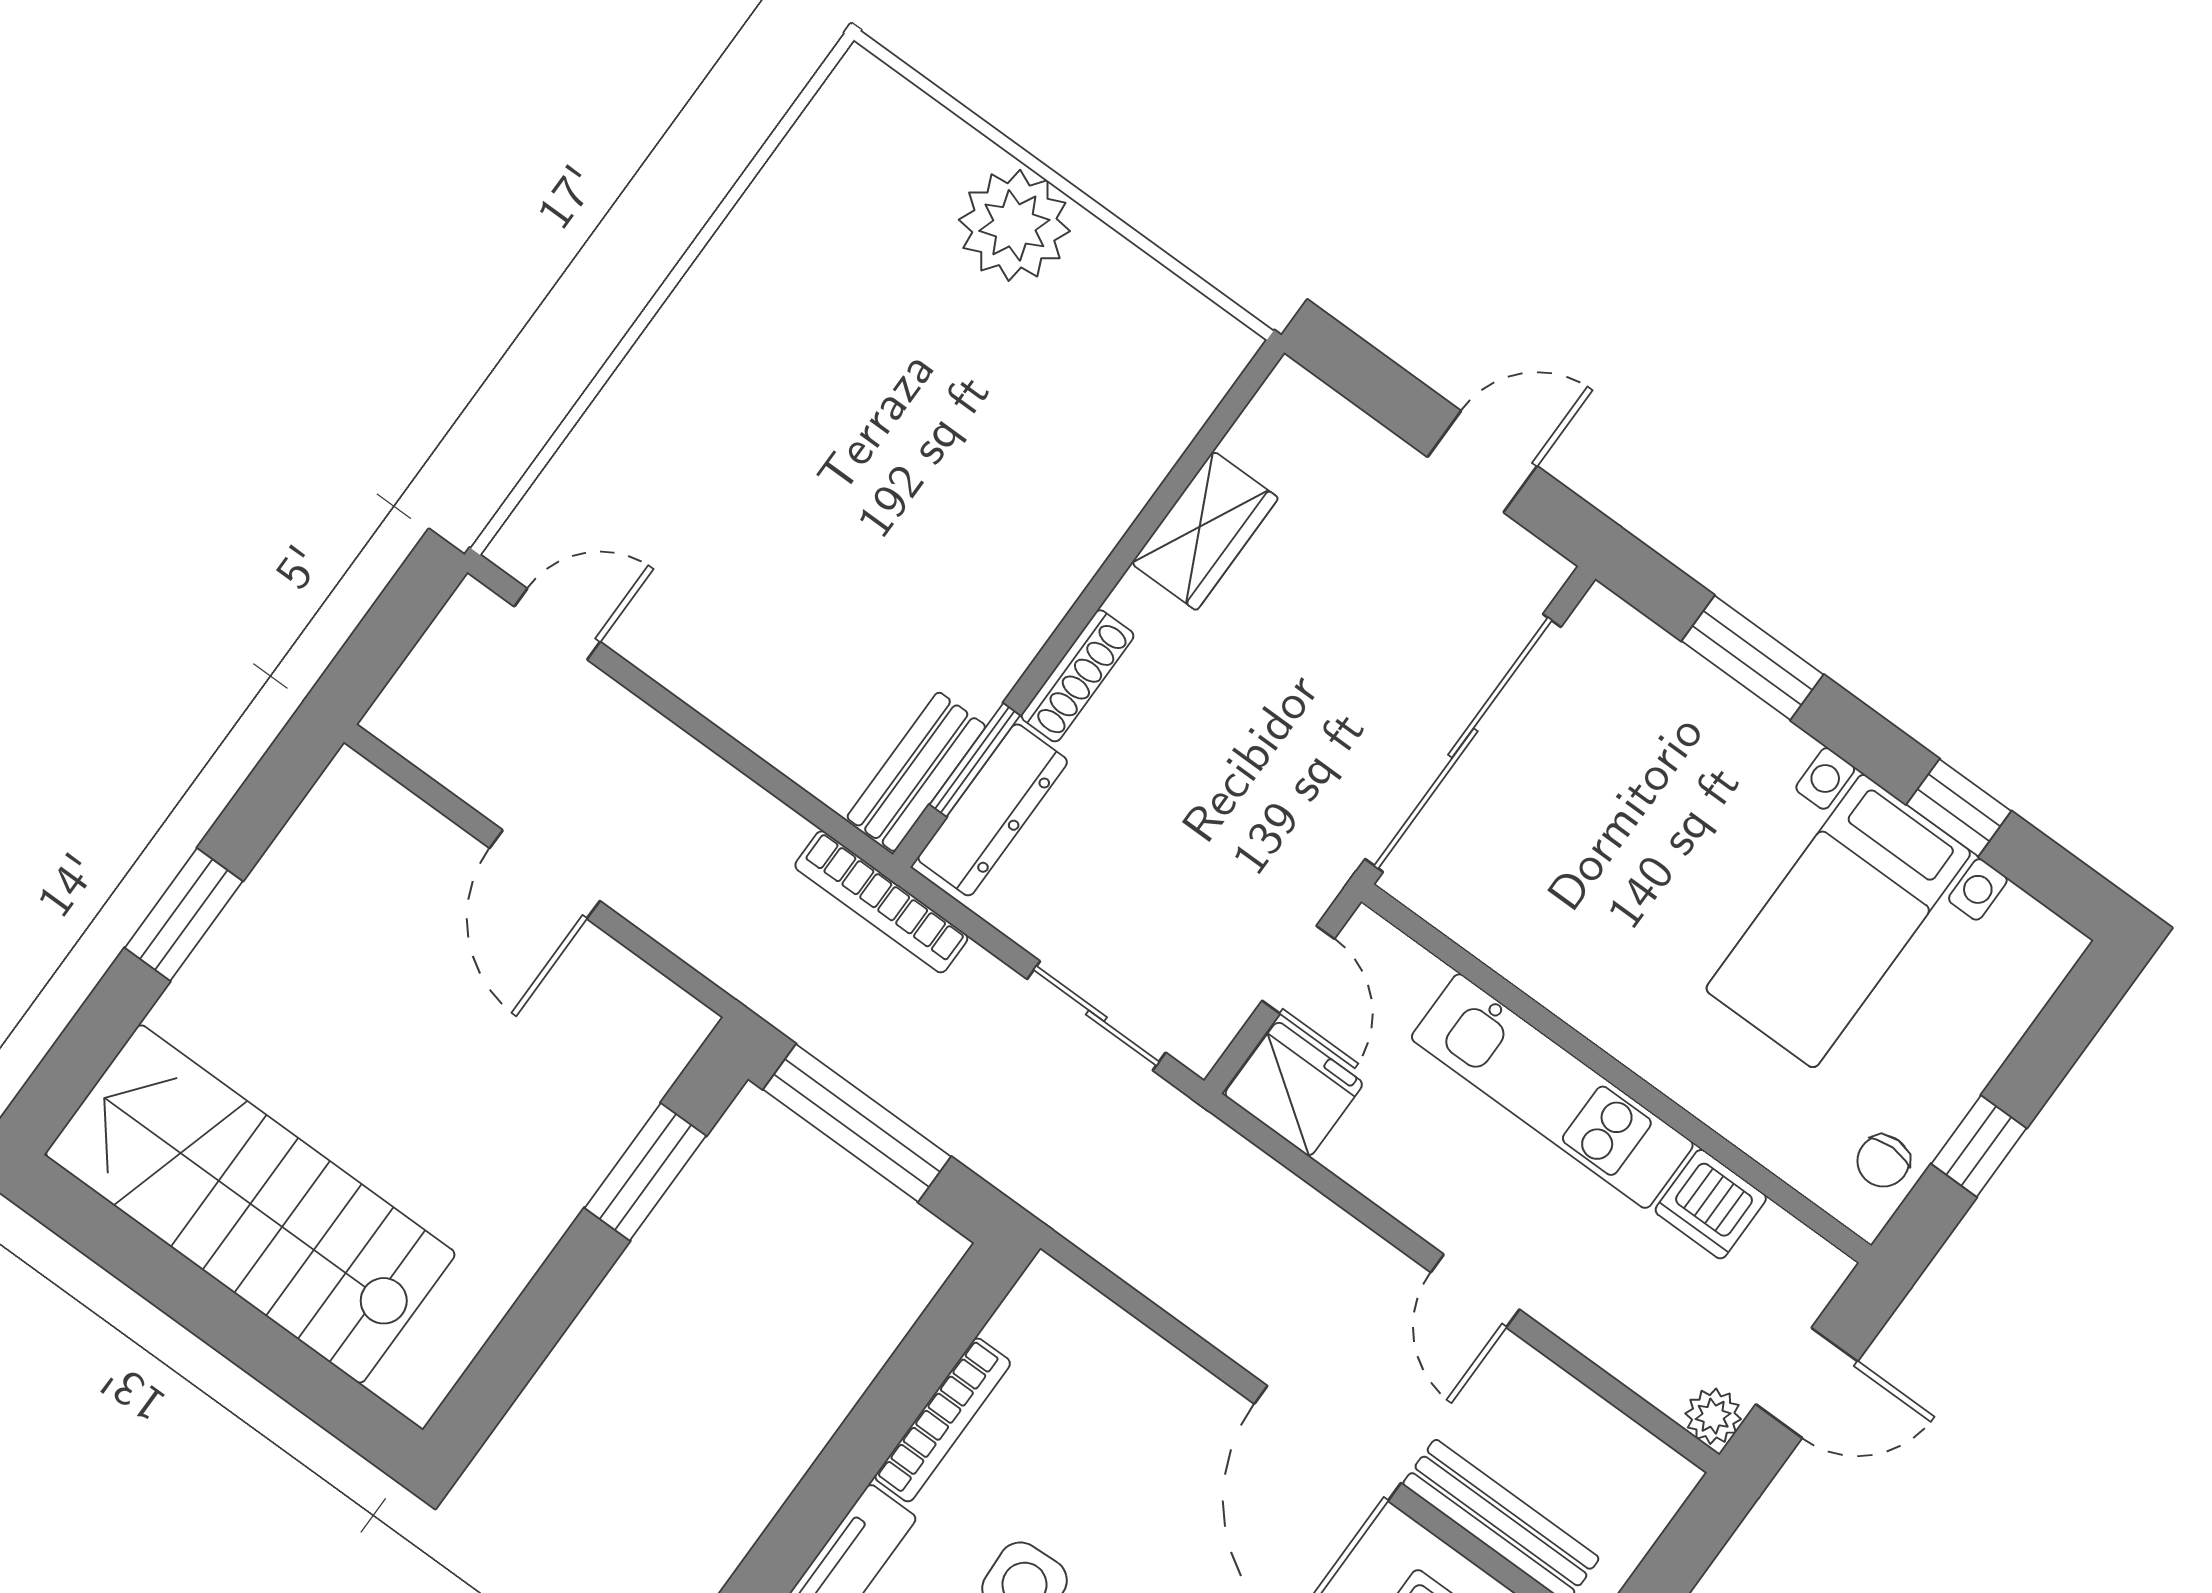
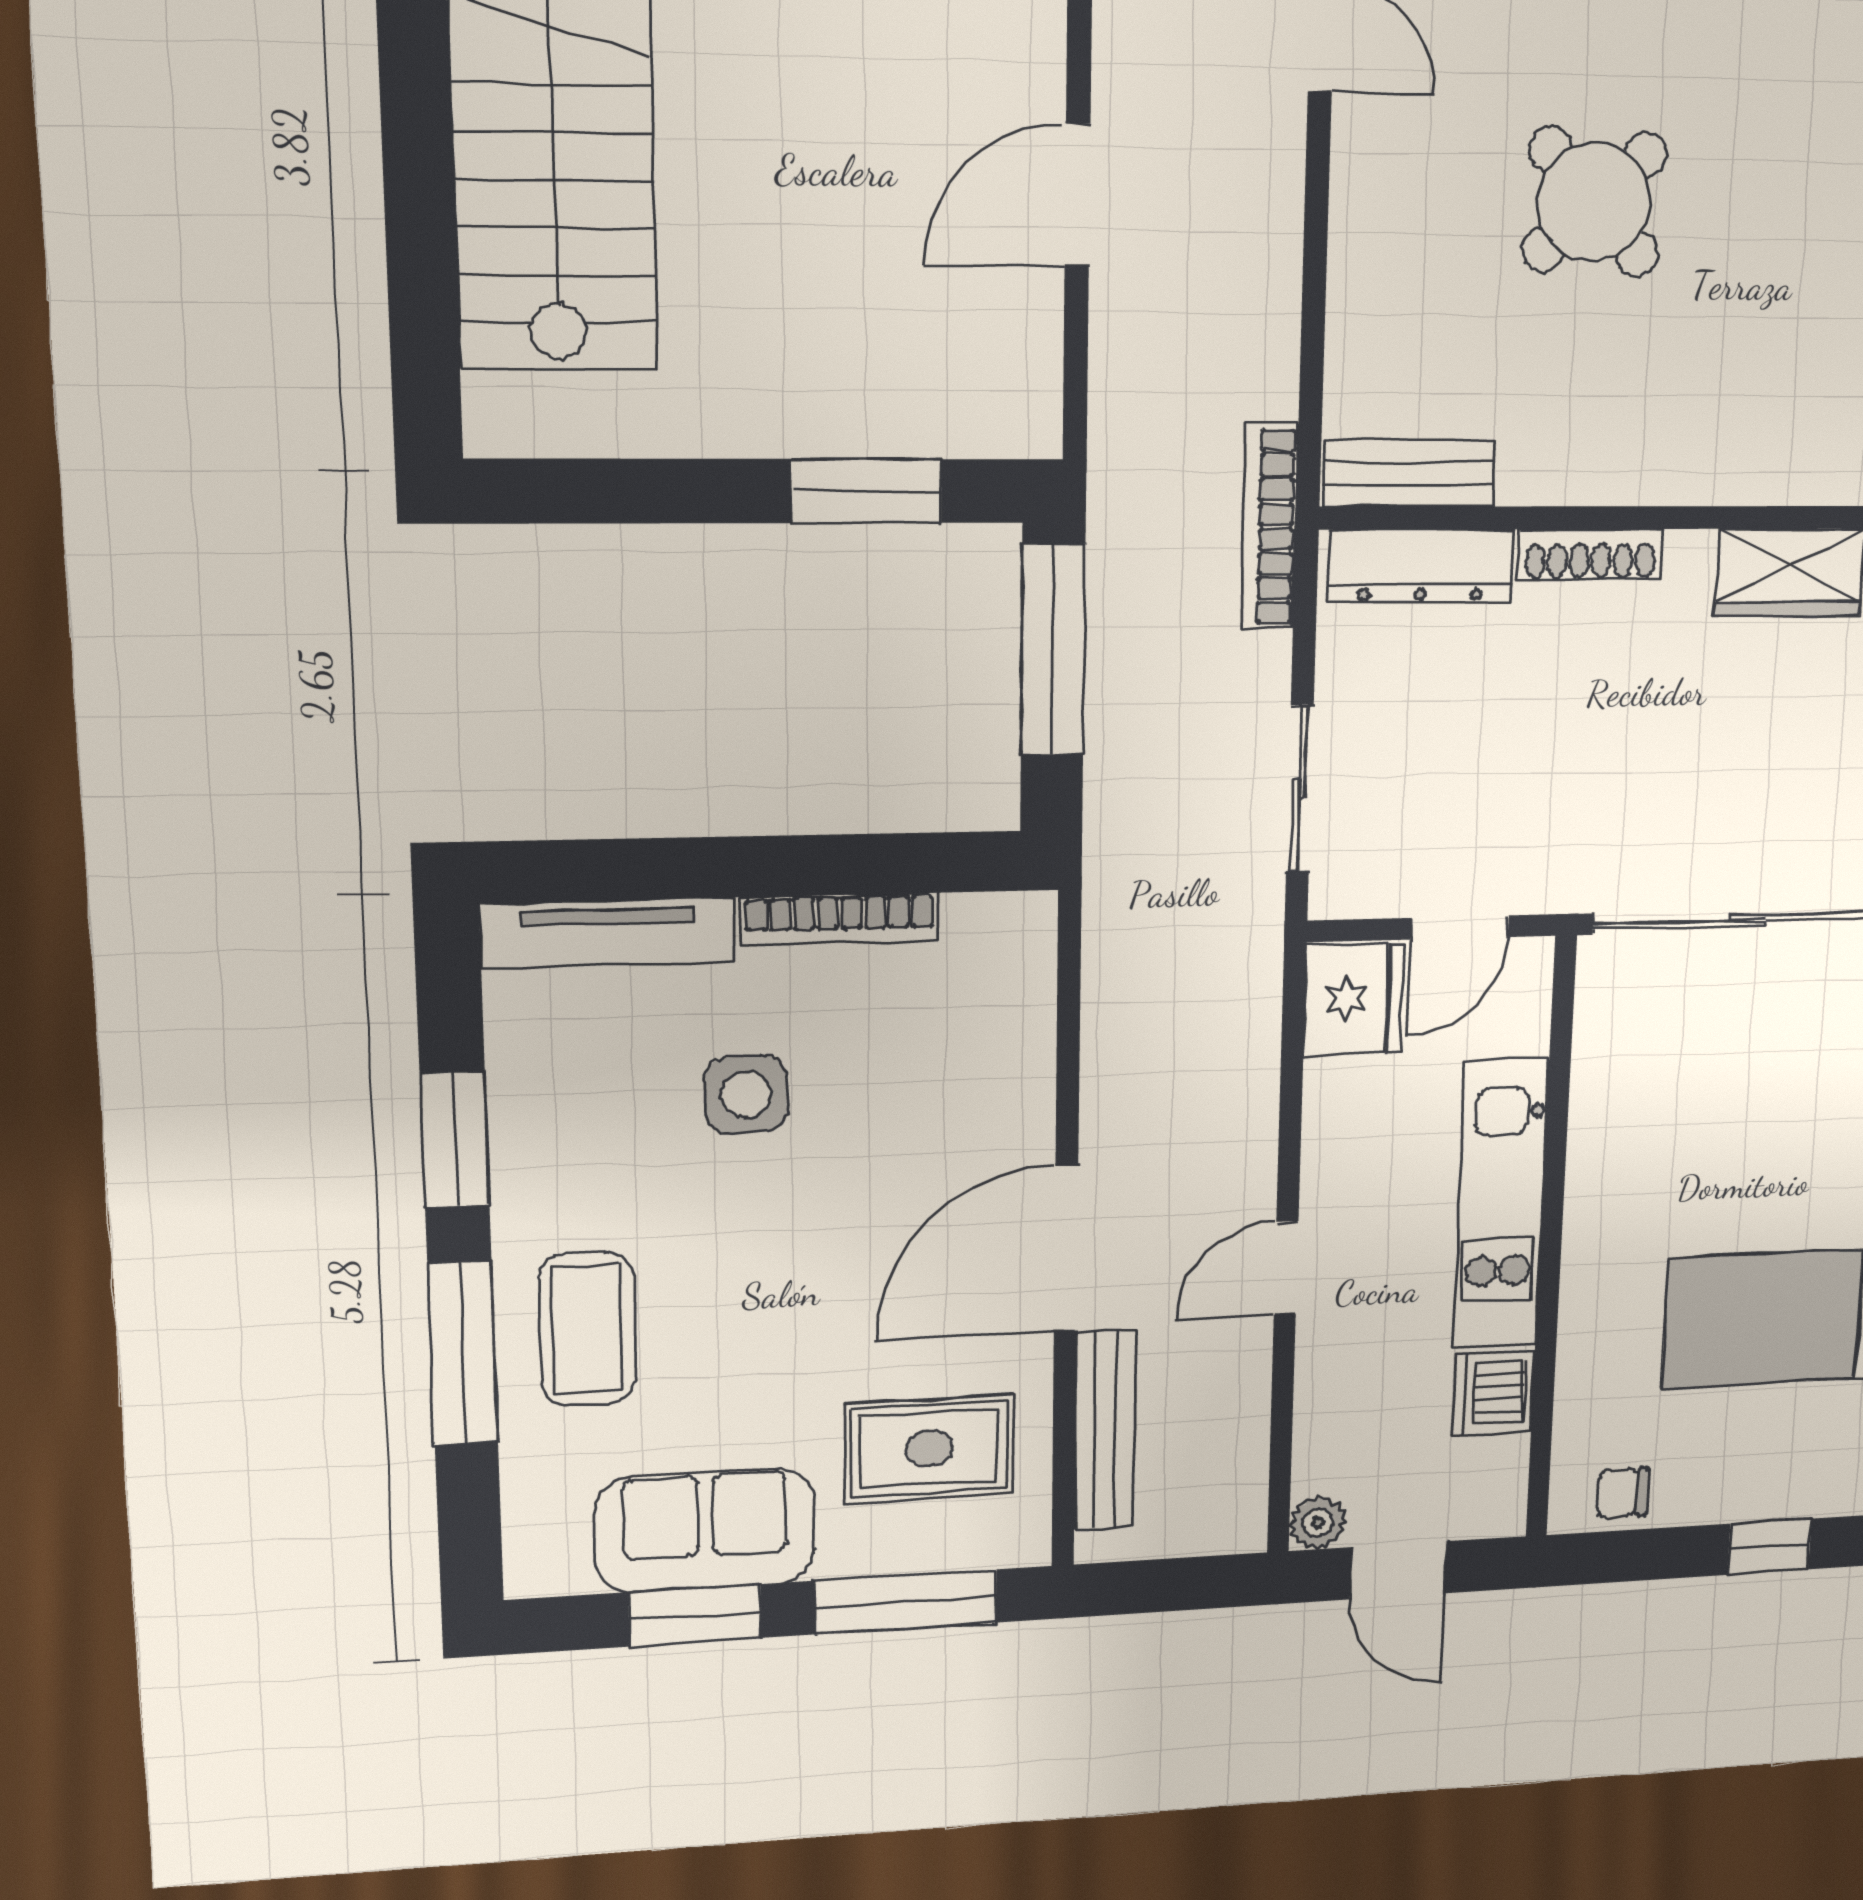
round table: (814, 500) -> (1594, 202), added
window: (975, 760) -> (1455, 518), removed
window: (1979, 1146) -> (1769, 1547), moved

